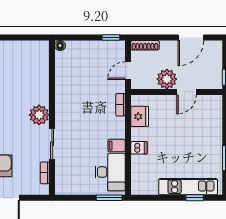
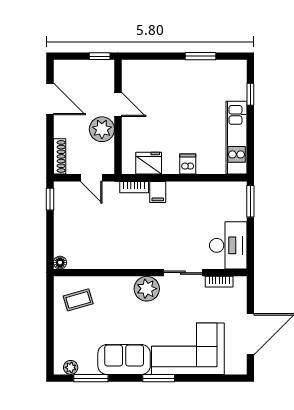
coffee table: (30, 60) -> (78, 300), added
filing cabinet: (117, 146) -> (158, 192), moved
desk: (110, 172) -> (228, 245), moved, turned 90
kitchen unit: (188, 187) -> (236, 138), moved

